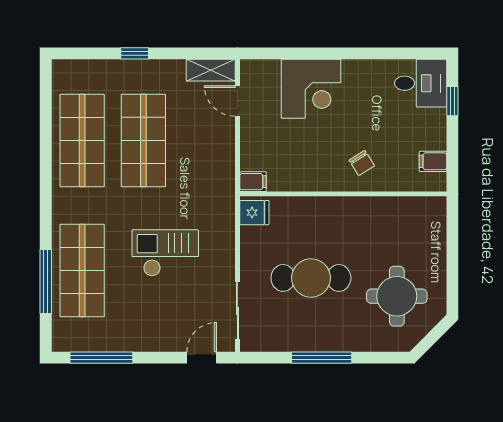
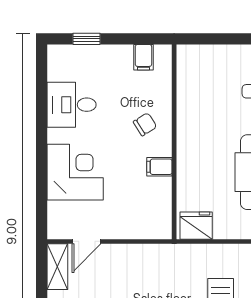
desk: (421, 83) -> (72, 105), moved, turned -90
filing cabinet: (253, 182) -> (159, 167), moved, turned -90
fridge: (254, 213) -> (196, 226), width x1.38

